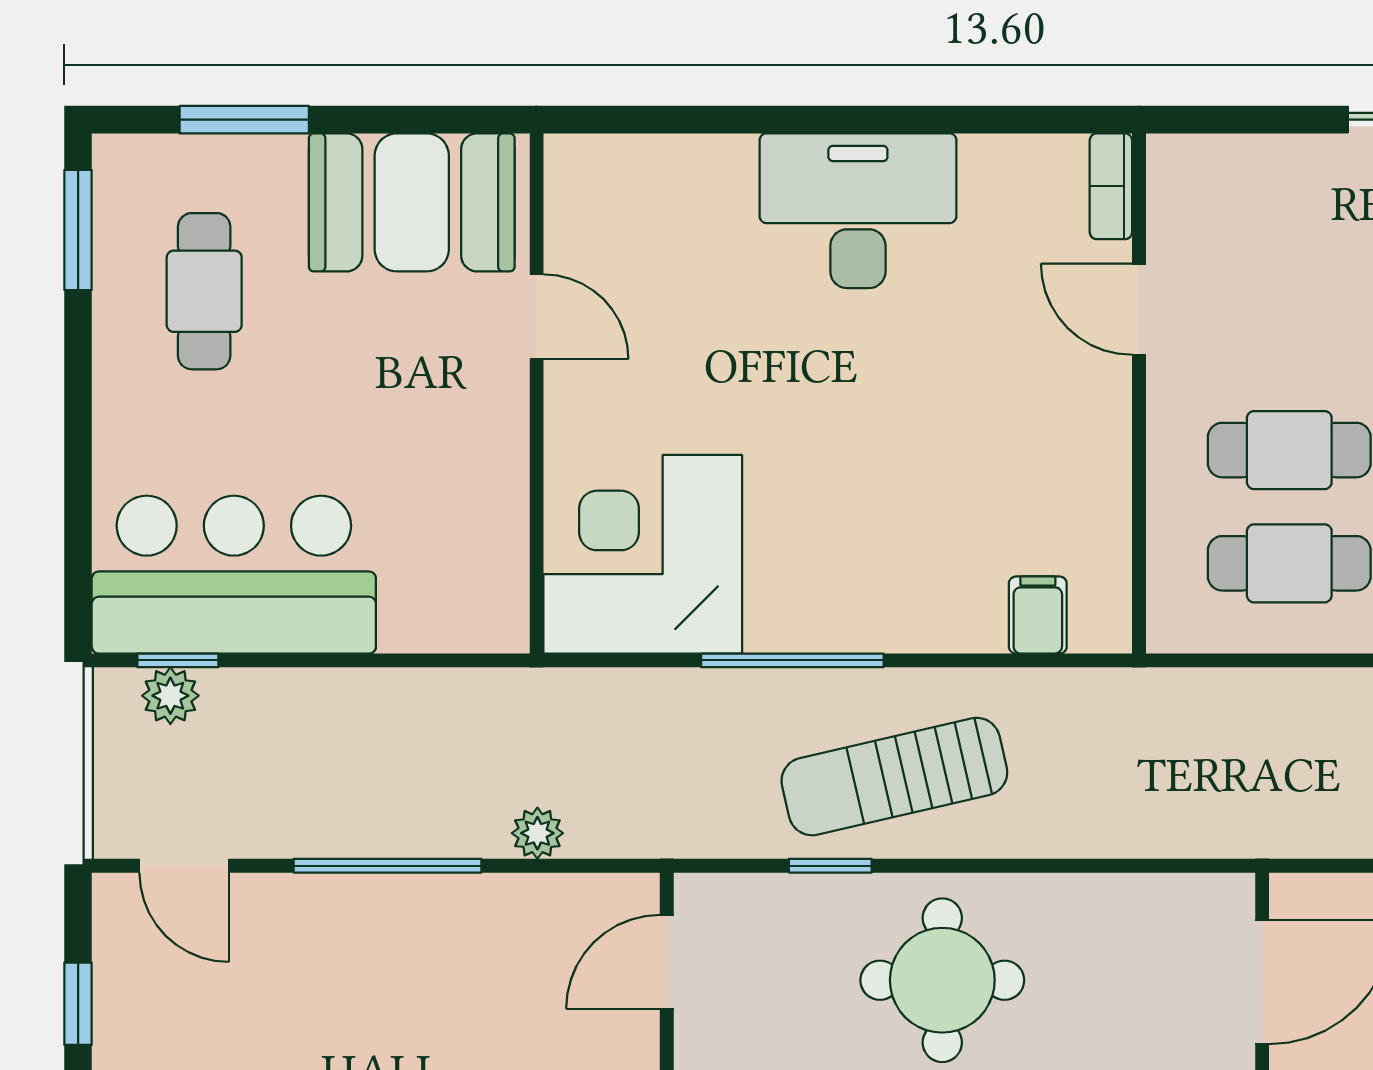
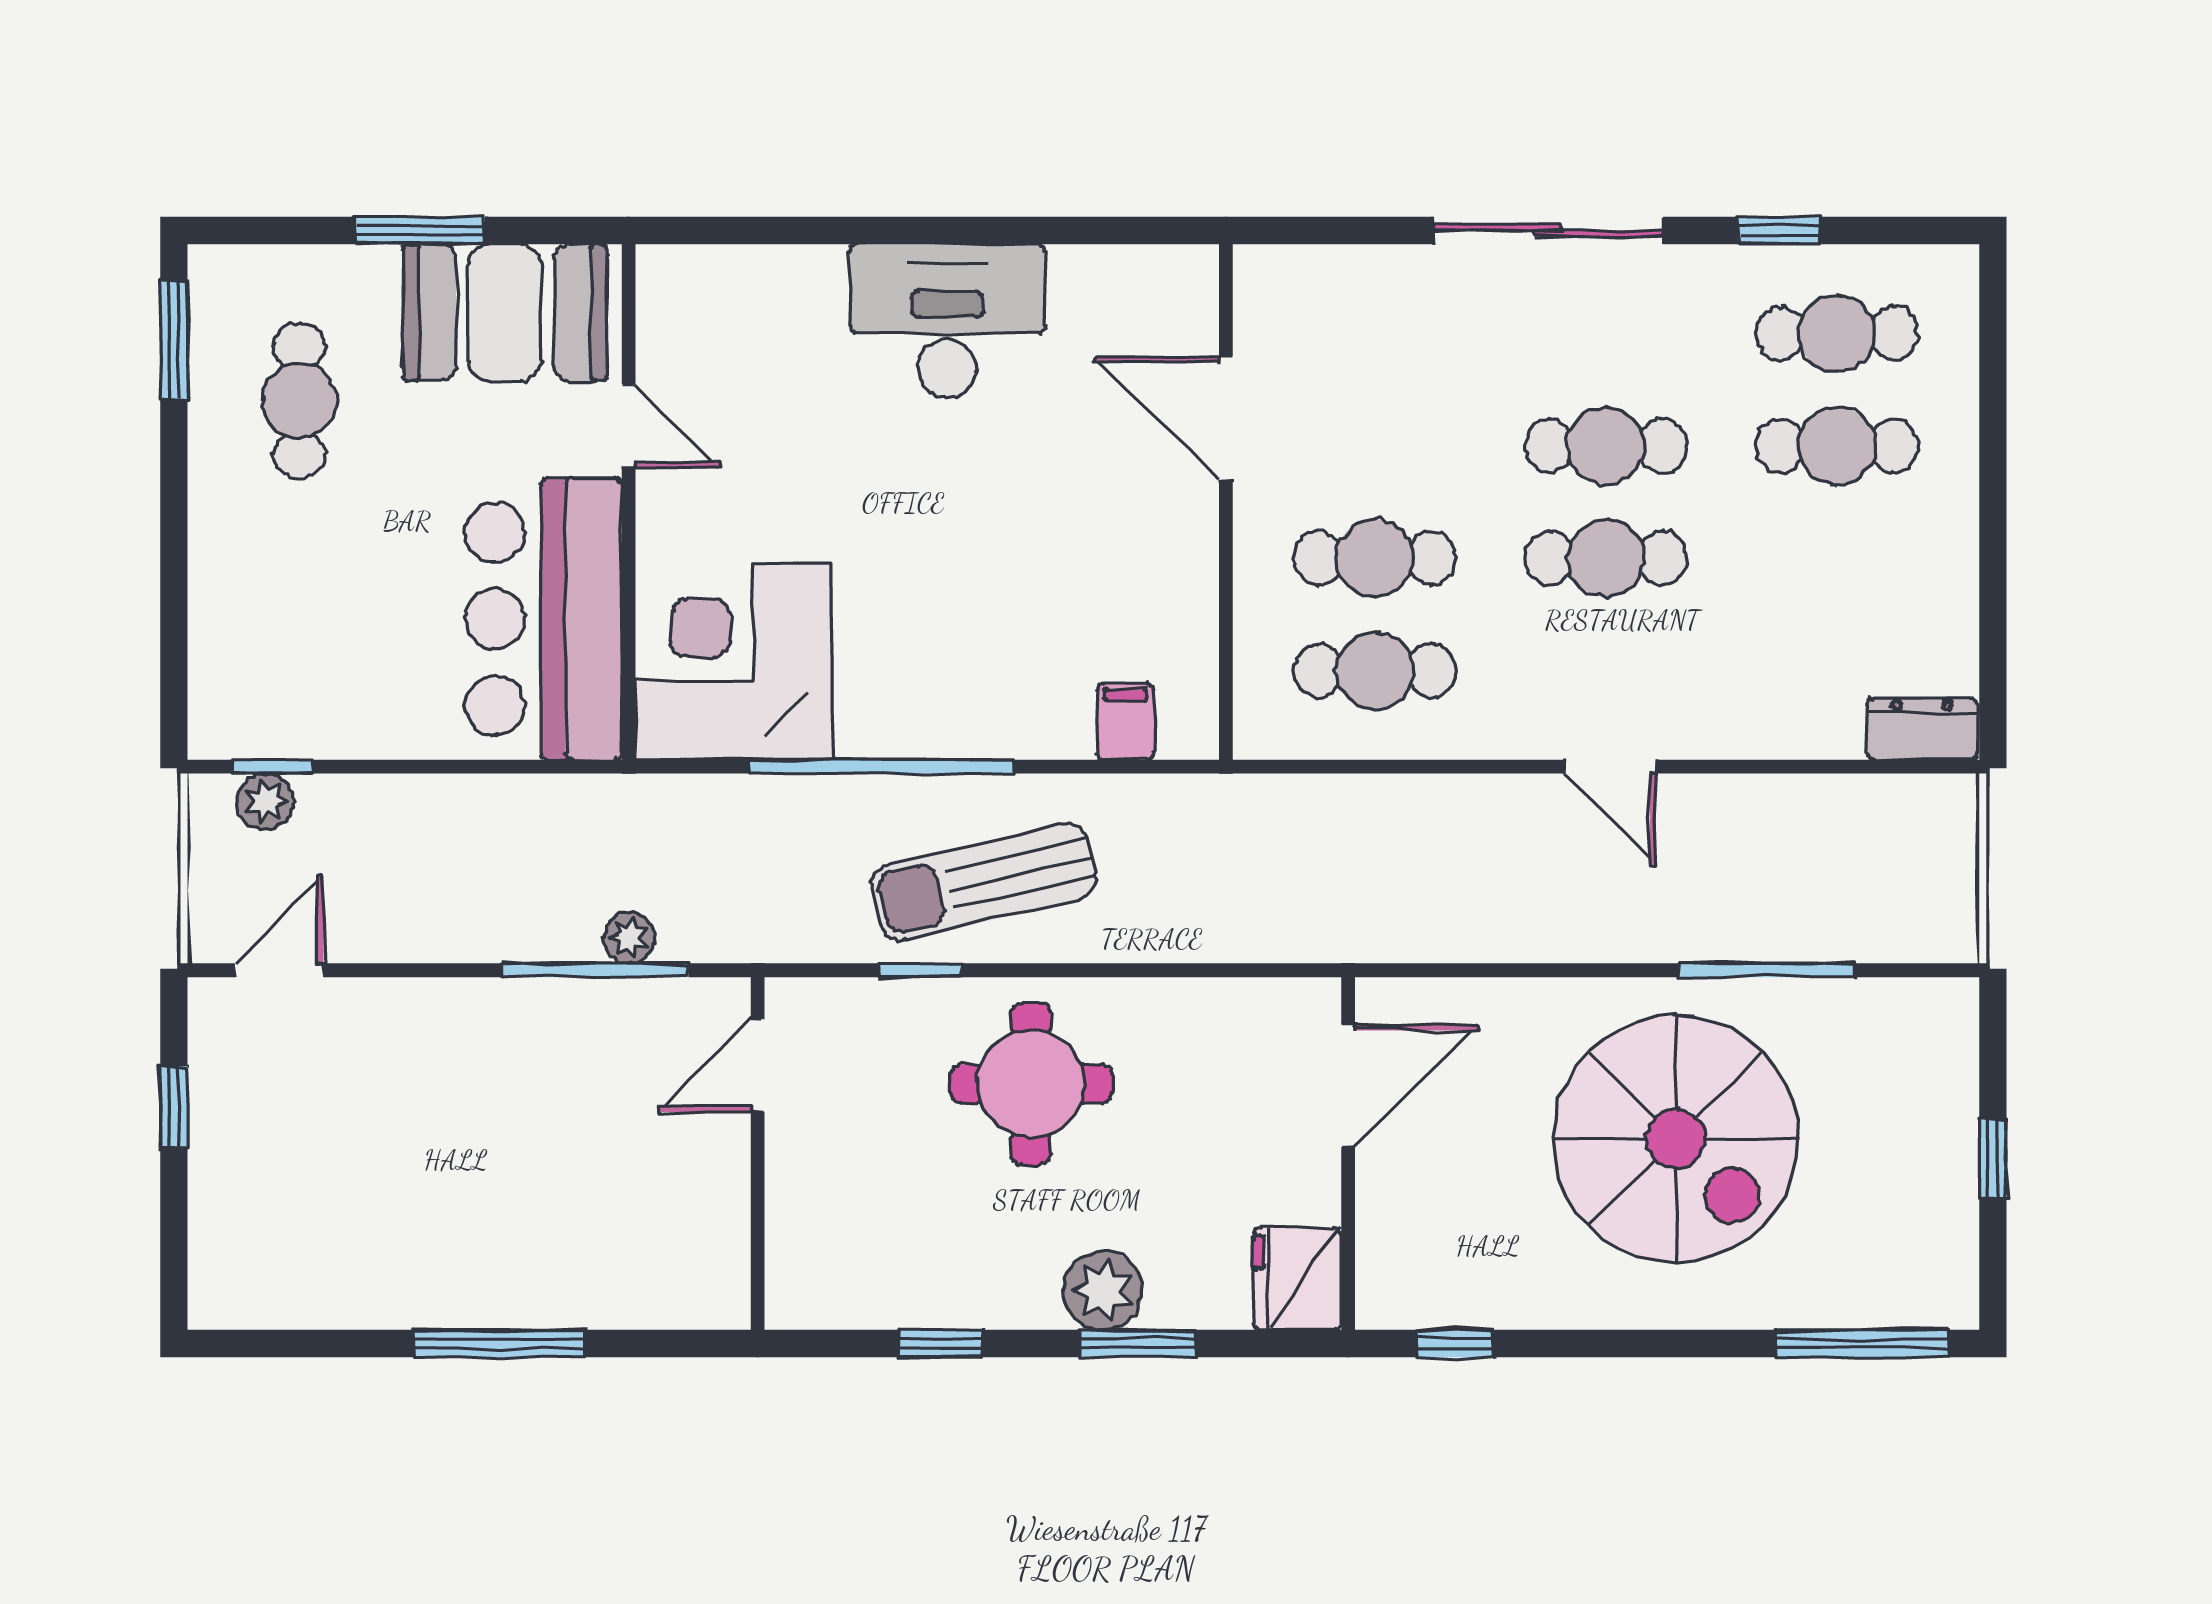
window: (244, 120) -> (420, 230), moved
bookcase: (1111, 186) -> (1198, 297), removed
door: (1139, 309) -> (1226, 418), width x1.37
bar counter: (234, 575) -> (544, 619), moved, turned -90
window: (792, 660) -> (882, 767), width x1.46
door: (184, 866) -> (279, 970), swing flipped
window: (387, 866) -> (595, 970), moved

